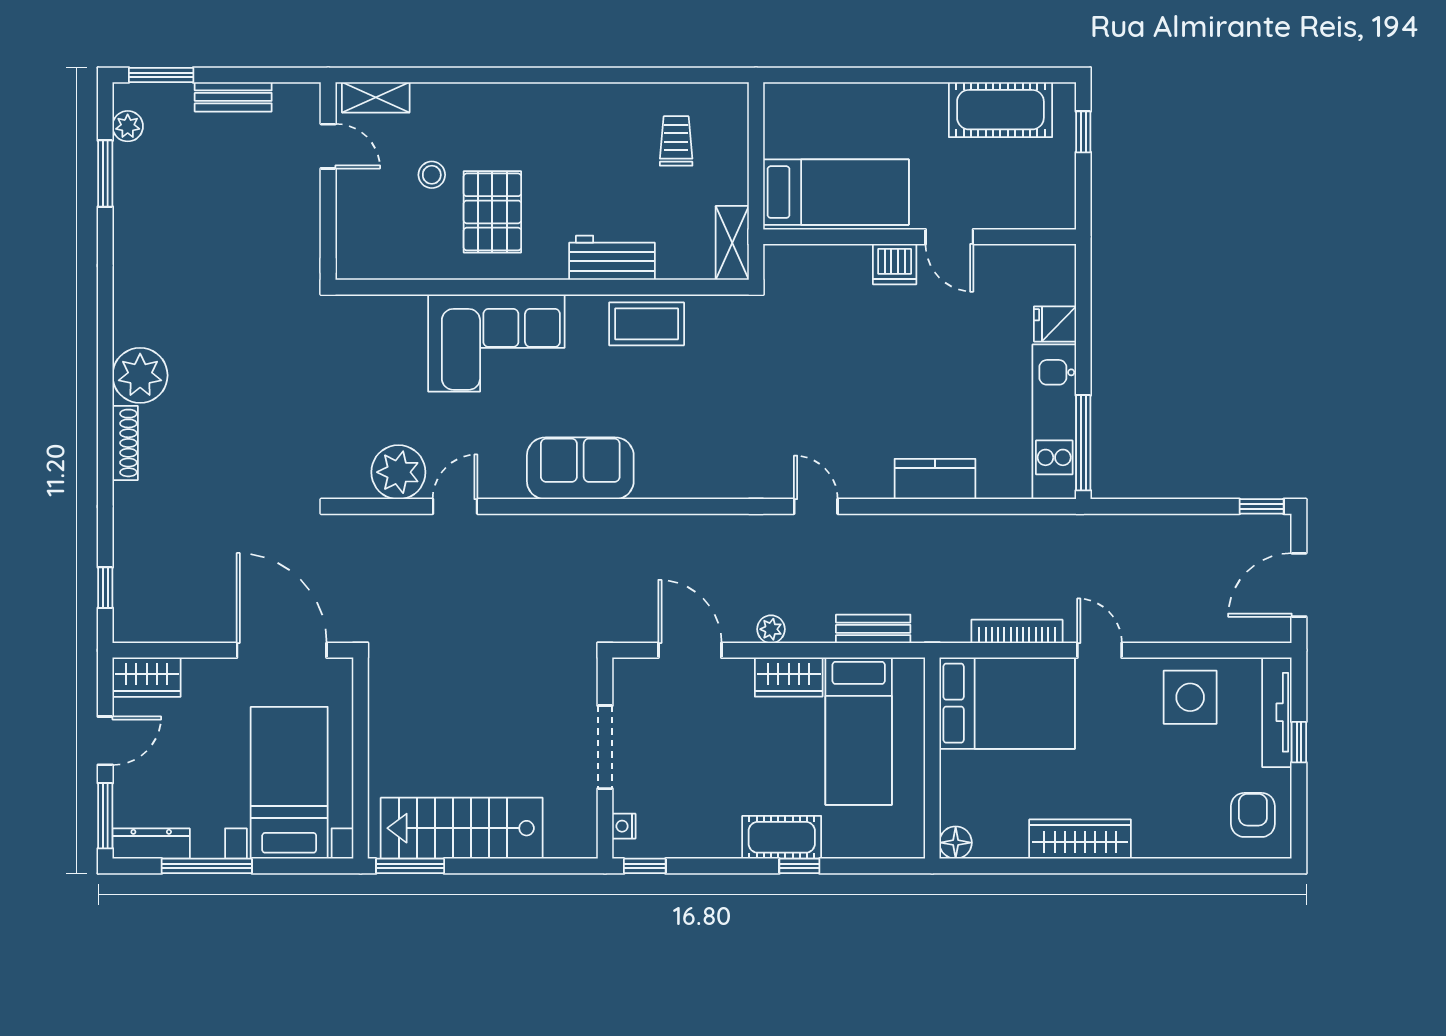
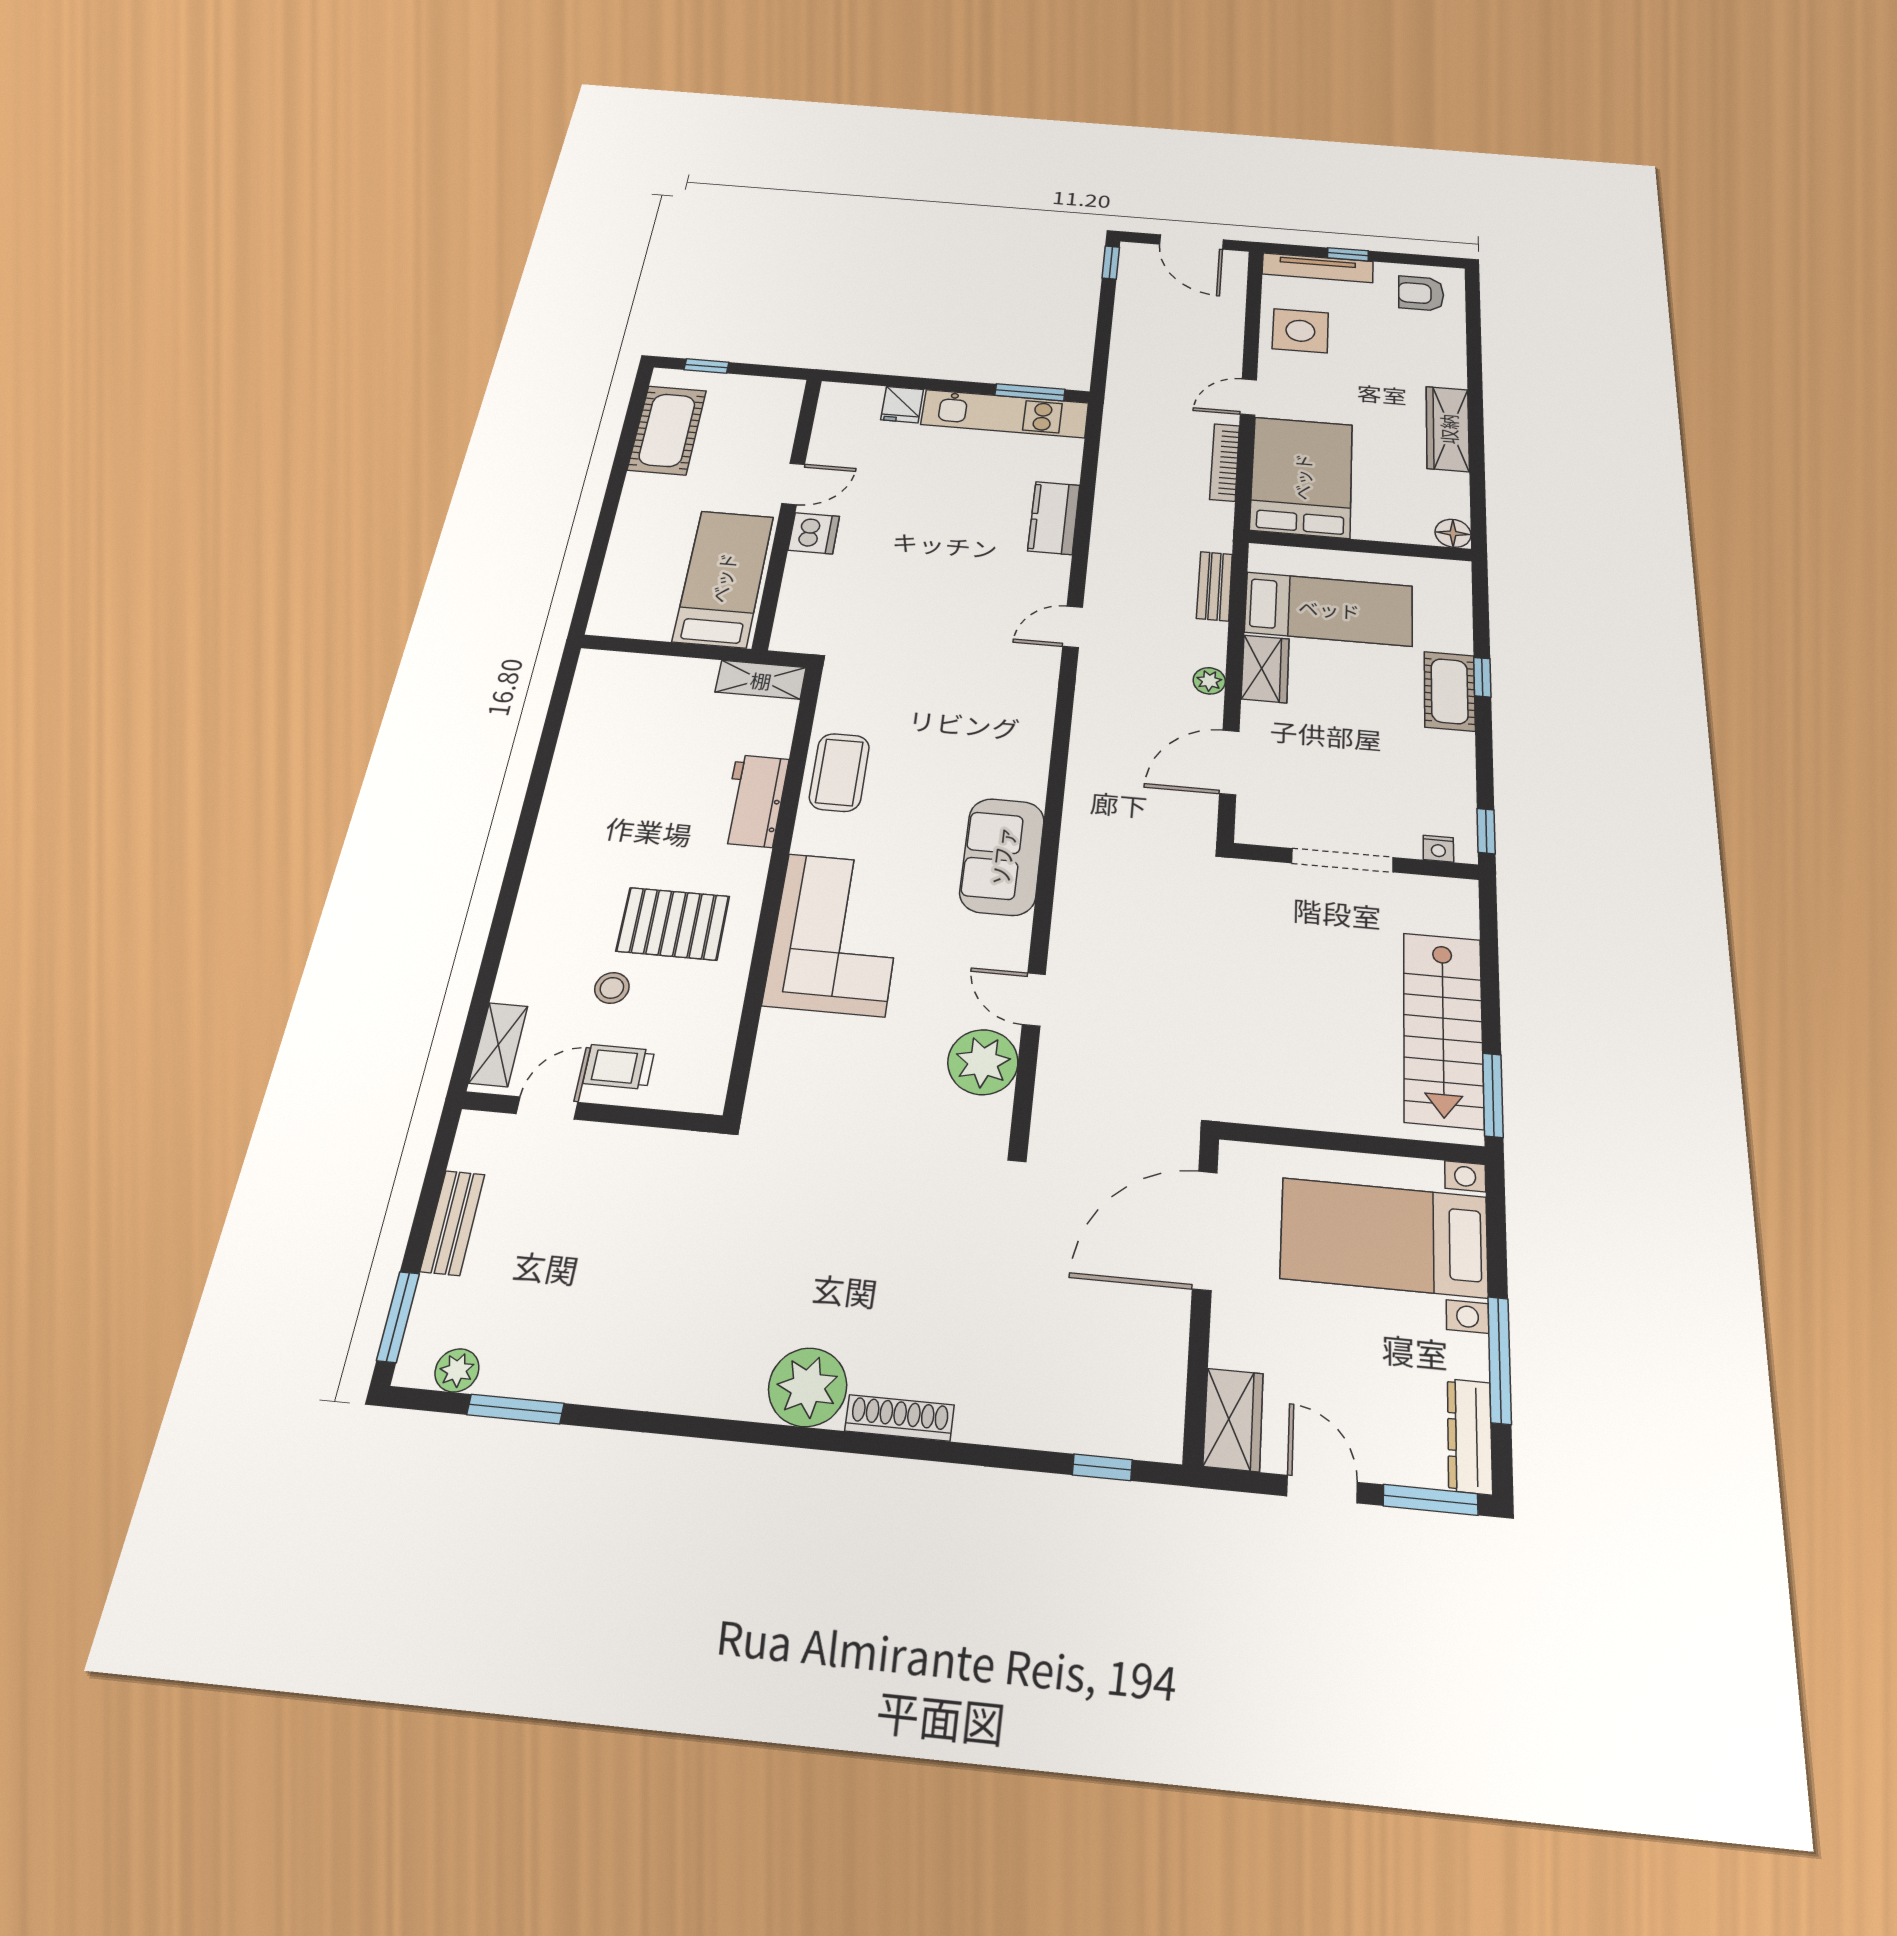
trolley: (676, 141) -> (619, 1067), moved
window: (1083, 443) -> (1030, 392), width x0.69

